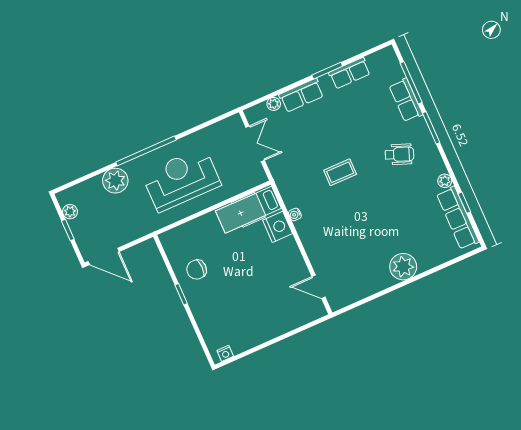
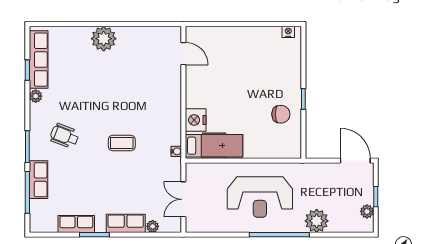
water cooler: (295, 214) -> (176, 151), moved

